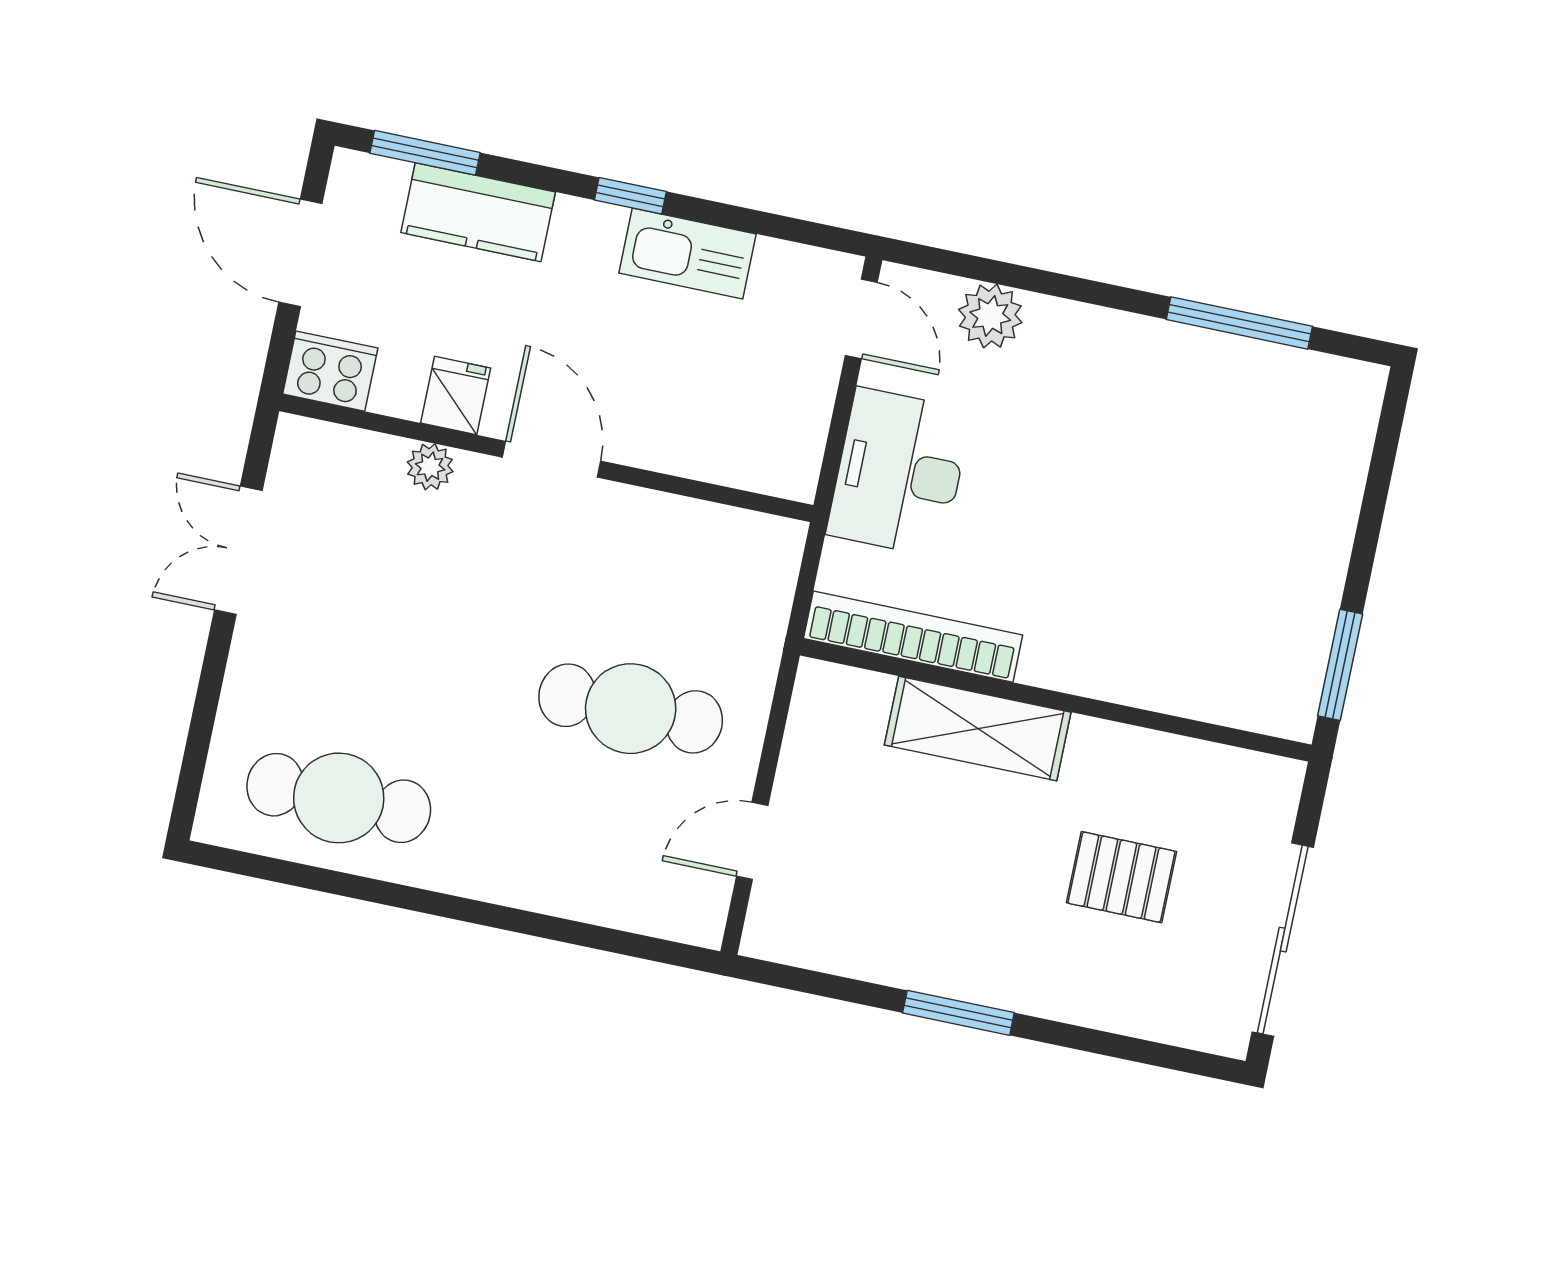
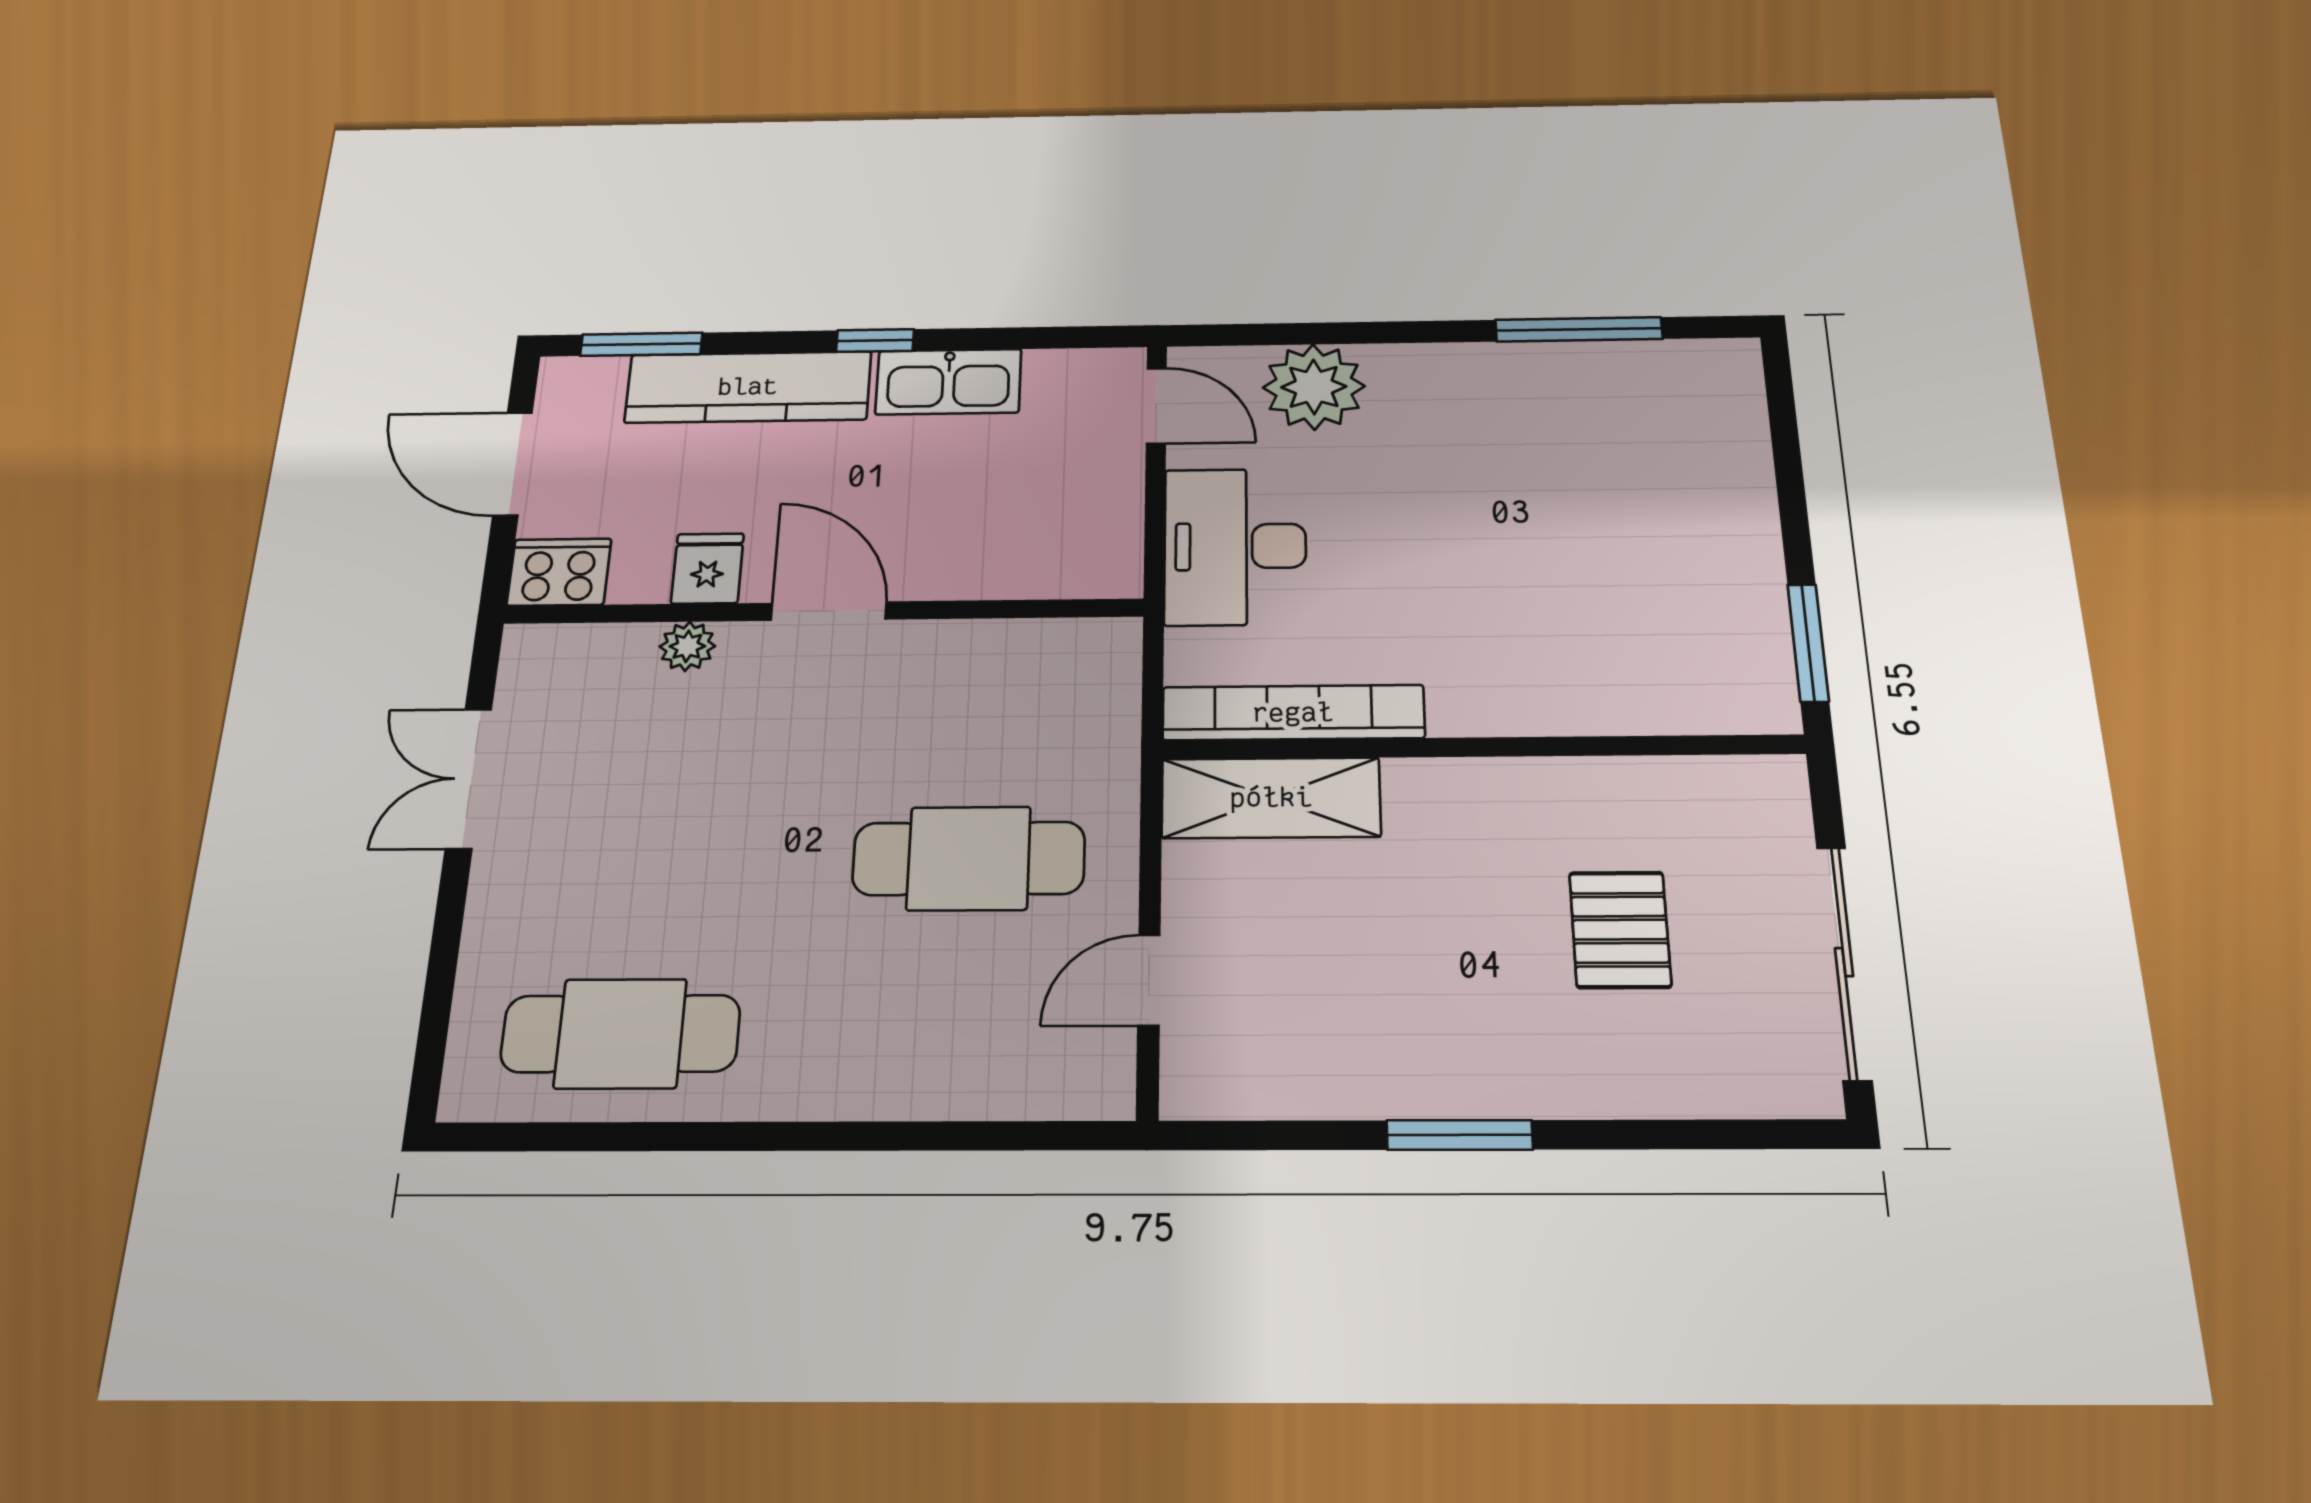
kitchen counter: (478, 212) -> (748, 387), width x1.50
plant: (990, 316) -> (1314, 387), width x1.36, depth x1.36
shelving: (978, 729) -> (1271, 798), moved
pallet: (1121, 877) -> (1620, 930), turned 90

